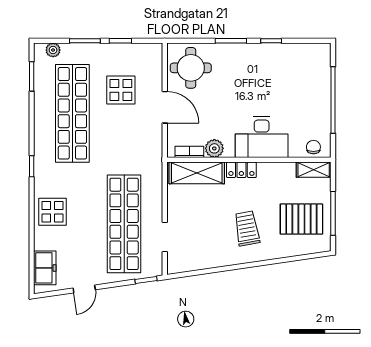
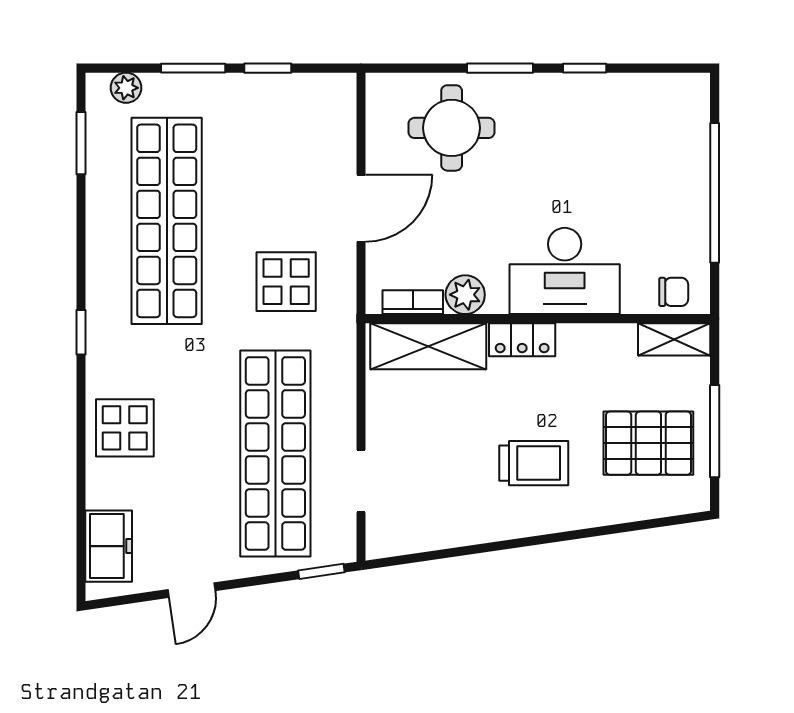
round table: (191, 68) -> (452, 128), moved
display table: (121, 90) -> (286, 282), moved
door: (165, 107) -> (361, 208), hinge flipped
chair: (313, 147) -> (674, 292), turned 90
trolley: (247, 228) -> (534, 463), turned 100

